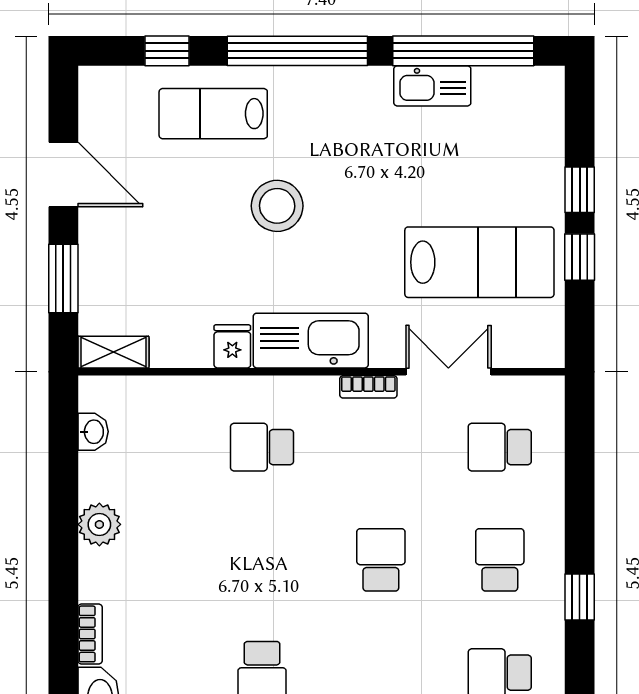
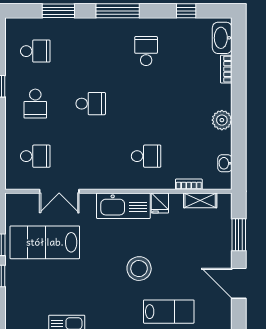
shelving: (113, 352) -> (200, 200), moved
bookcase: (368, 387) -> (189, 184), moved
school desk: (381, 560) -> (91, 104), turned -90

